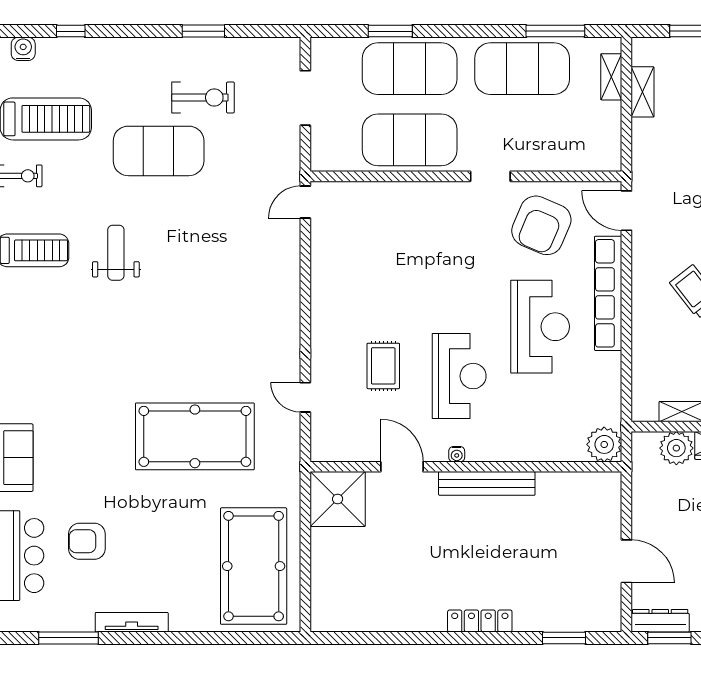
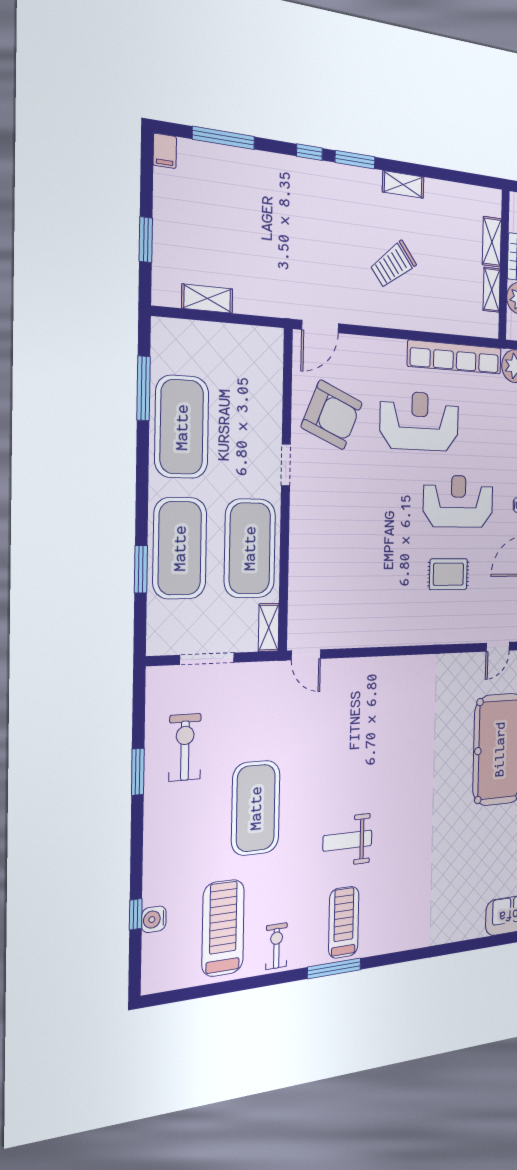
water cooler: (23, 49) -> (154, 919), moved
shelving: (611, 77) -> (269, 627), moved, turned 90
exercise bike: (203, 97) -> (185, 747), moved
row of seats: (608, 293) -> (455, 357), moved
door: (305, 397) -> (498, 647), moved

